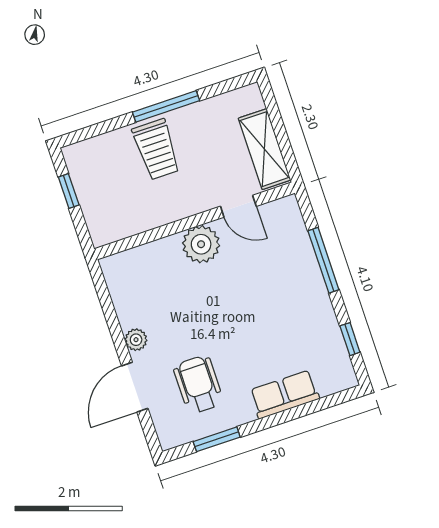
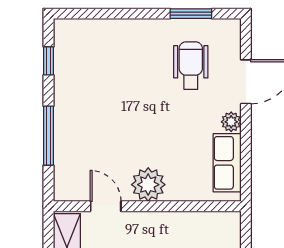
wheelchair: (198, 385) -> (191, 66), turned 180
row of seats: (284, 394) -> (227, 163), moved, turned 90

